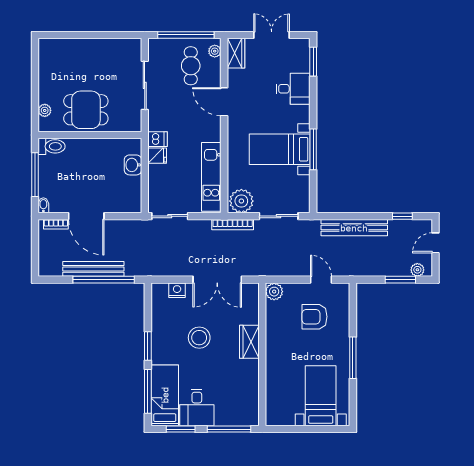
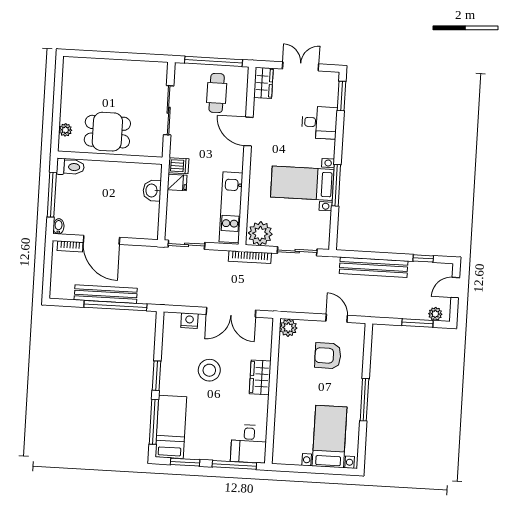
plant: (215, 51) -> (242, 80), removed
desk: (197, 408) -> (249, 444), moved

